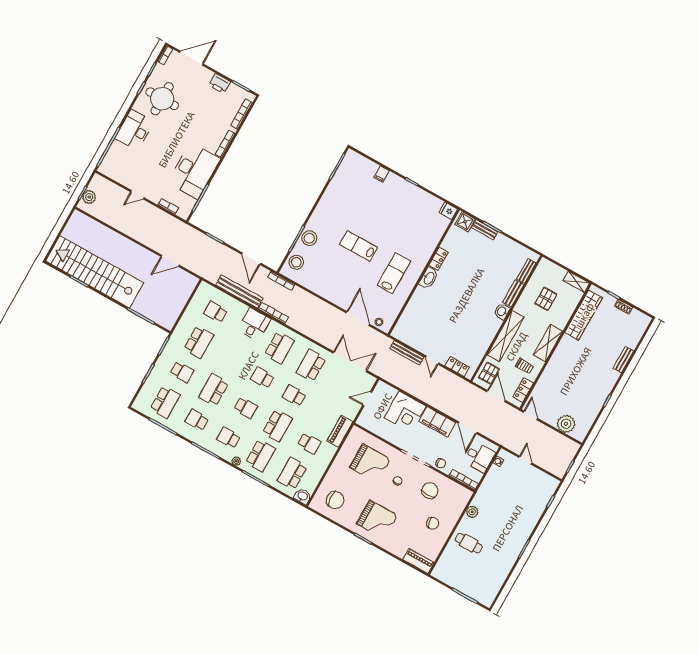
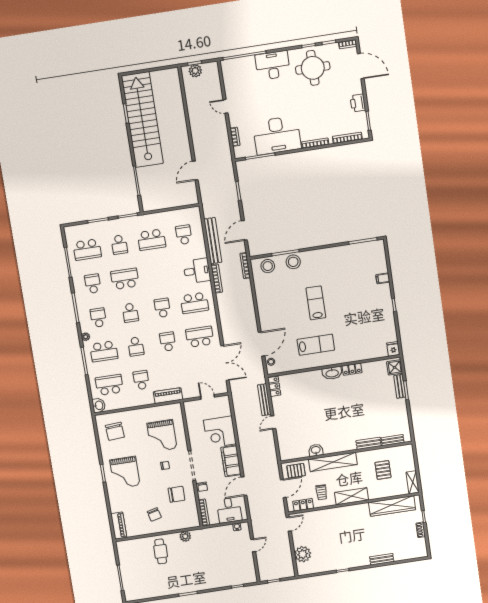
door: (170, 261) -> (195, 171), hinge flipped
pallet: (546, 299) -> (383, 470), turned 90
washbasin: (502, 311) -> (316, 450), moved
locker: (457, 367) -> (274, 386), moved
school desk: (277, 426) -> (136, 346), width x0.54
school desk: (309, 443) -> (141, 380), turned 180

